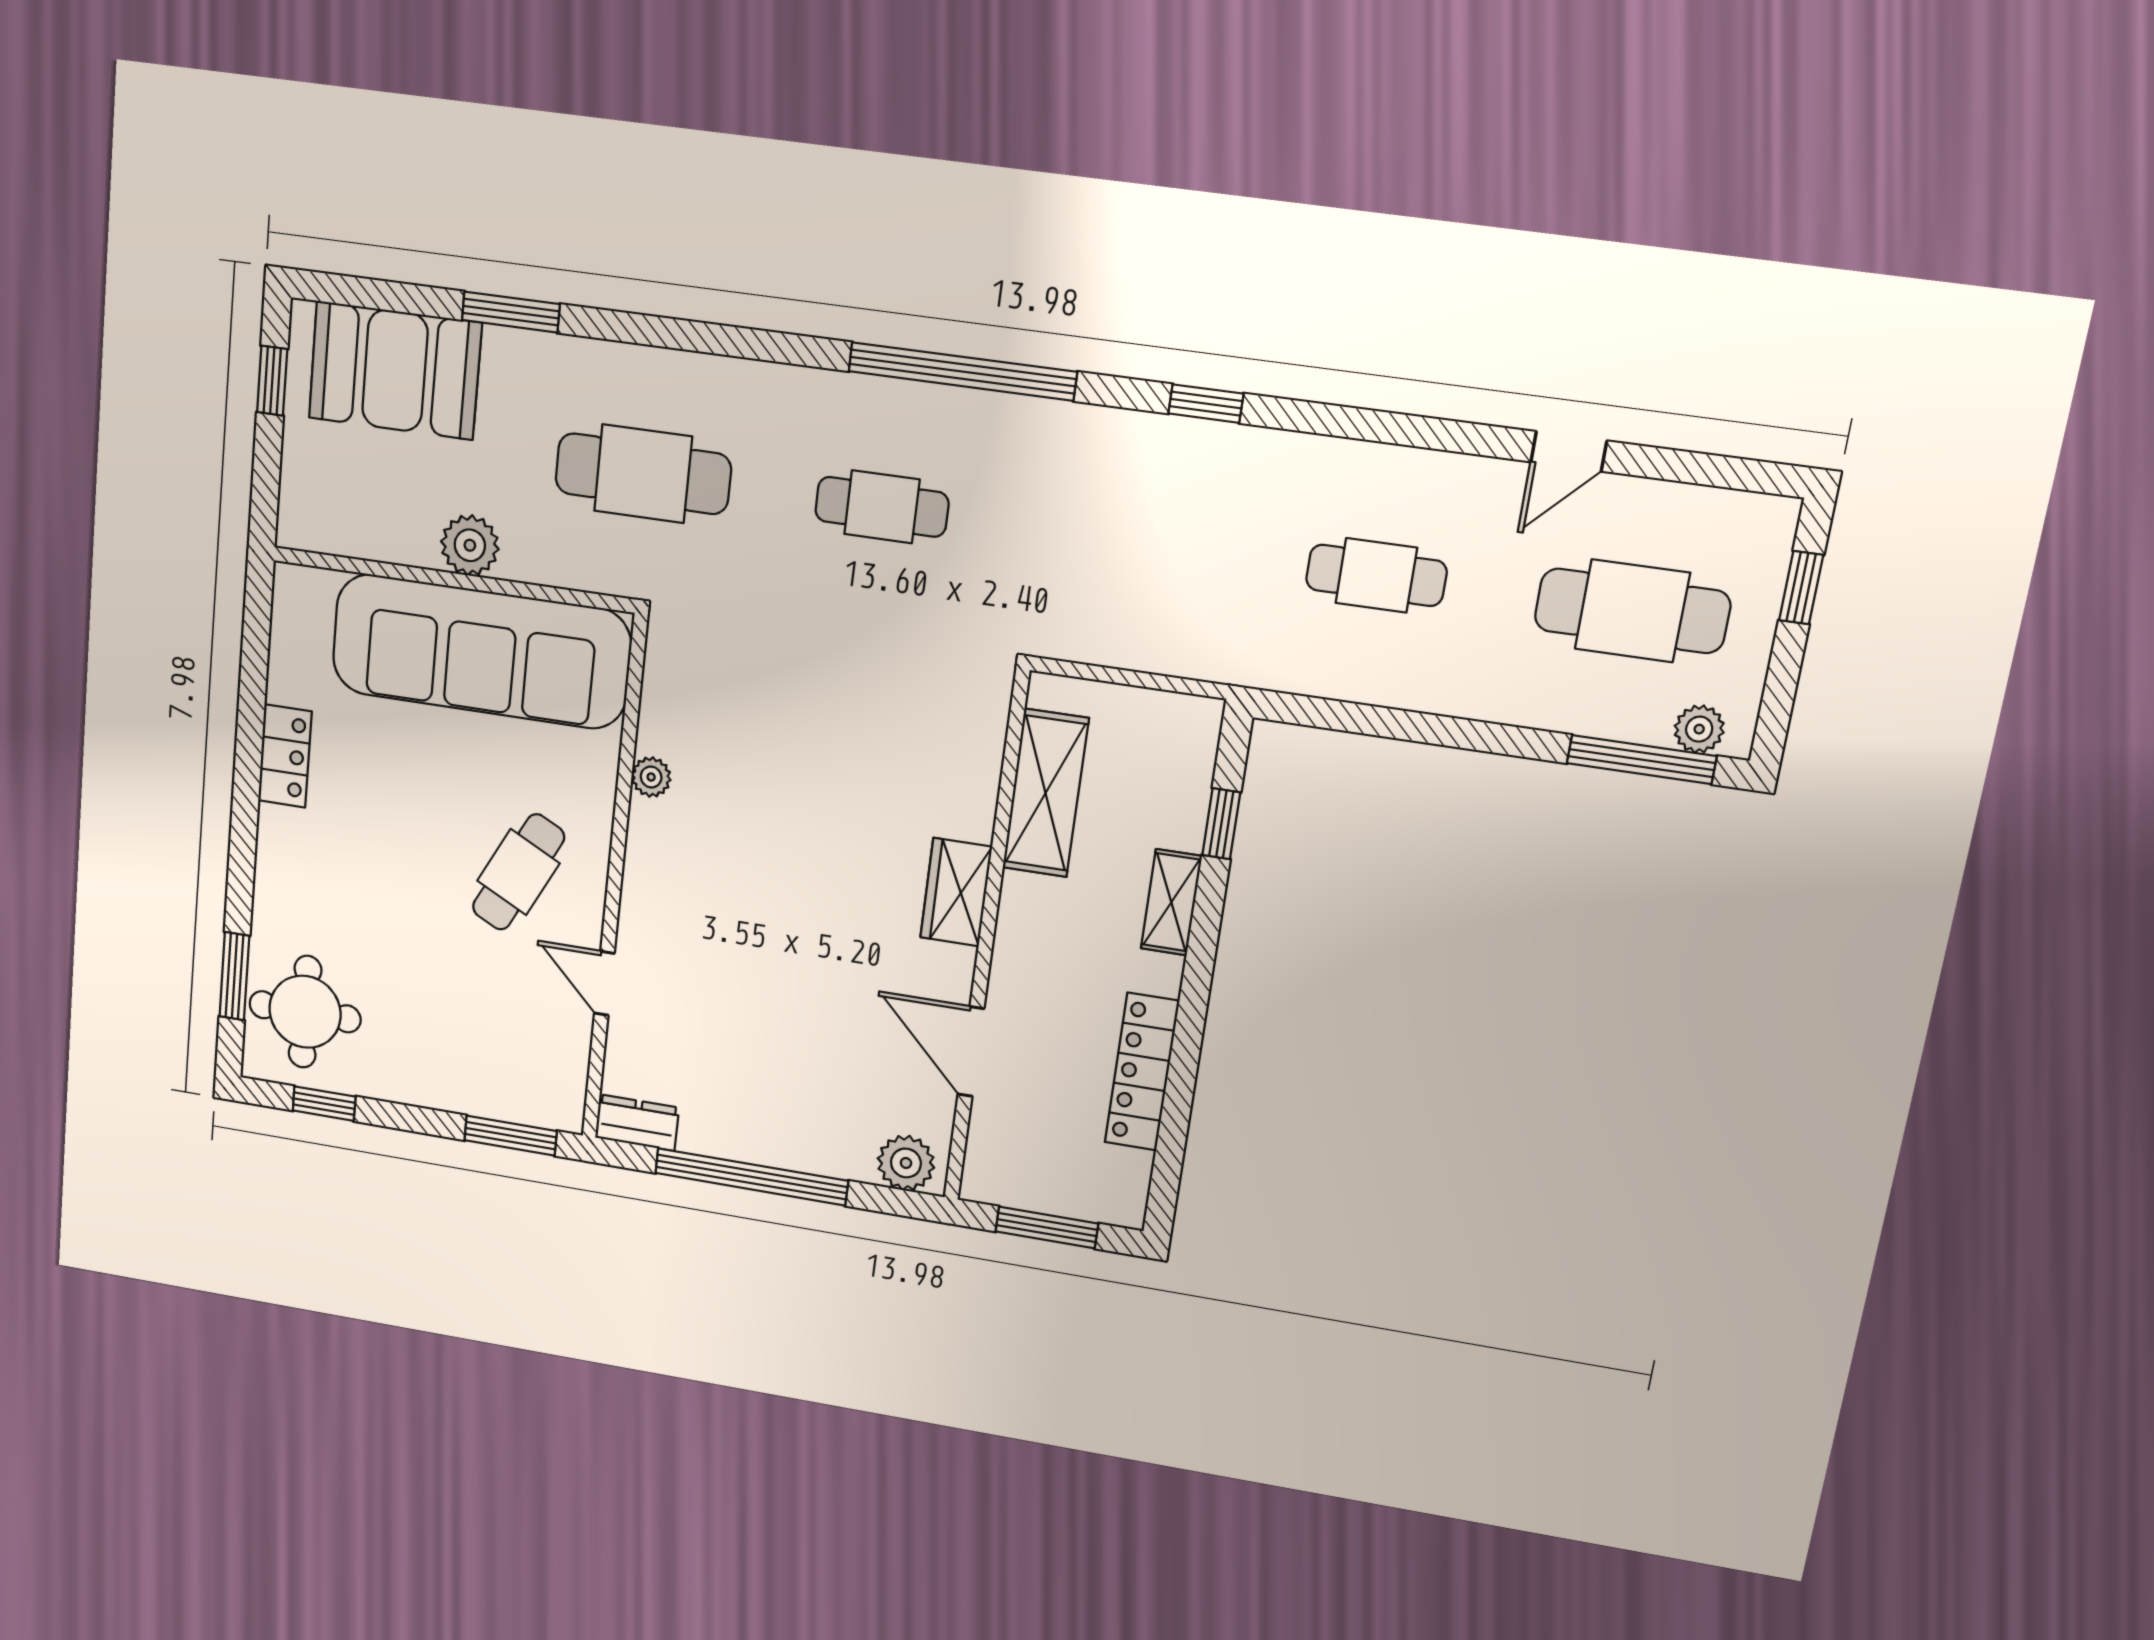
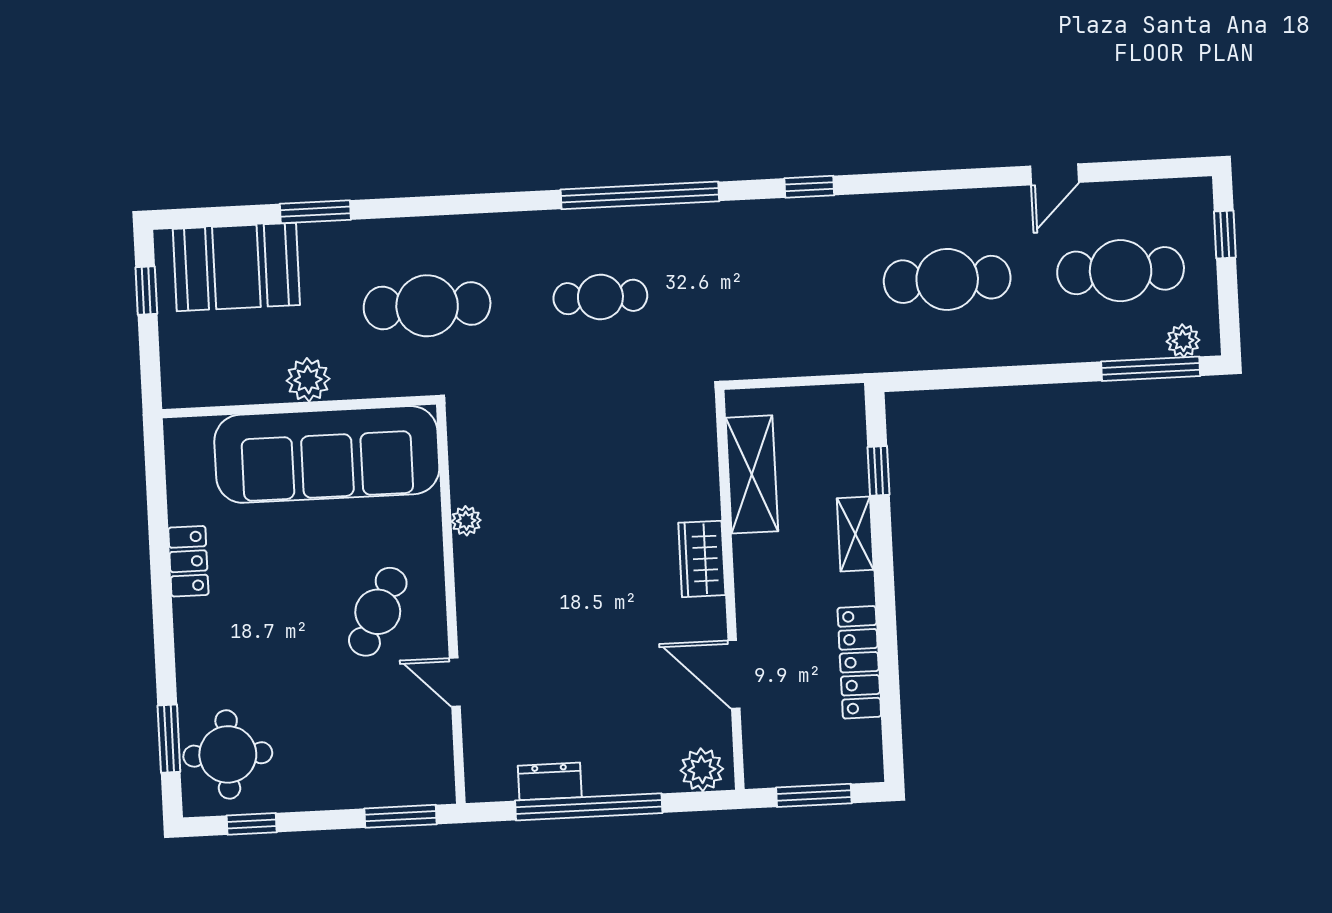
cafe table: (1376, 575) -> (947, 279), width x1.37, depth x1.35
dresser: (637, 1123) -> (550, 781), moved

